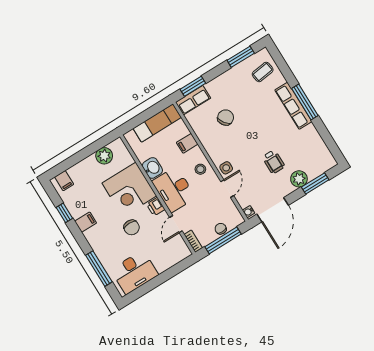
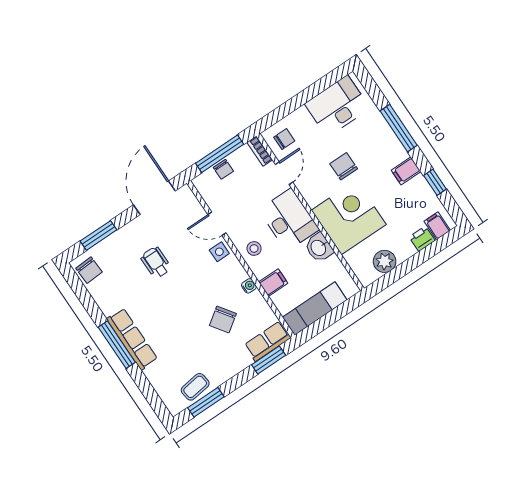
coffee table: (263, 72) -> (195, 387), moved
chair: (323, 158) -> (89, 270), added
plant: (299, 179) -> (121, 241), removed
door: (227, 189) -> (217, 224), hinge flipped
printer: (156, 207) -> (422, 239), moved, turned -90
water cooler: (248, 212) -> (249, 286), moved
chair: (175, 249) -> (284, 139), added
window: (99, 269) -> (399, 128), moved

